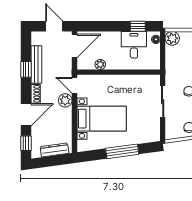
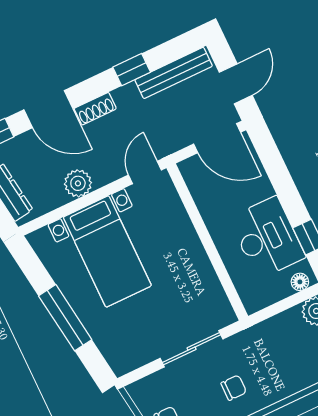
desk: (134, 45) -> (267, 238), width x1.37
plant: (100, 64) -> (206, 202), removed
bench: (36, 65) -> (174, 73), moved
plant: (65, 100) -> (78, 183), moved

